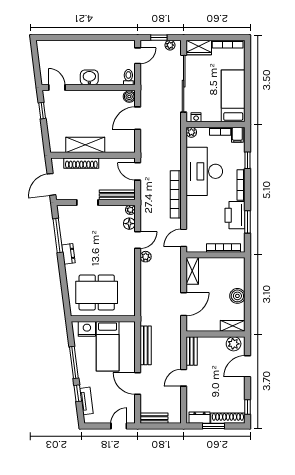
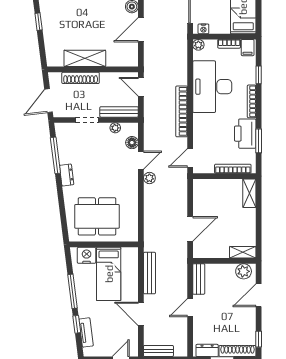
plant: (130, 210) -> (115, 128), moved
shelving: (192, 271) -> (249, 193), moved
boiler: (237, 296) -> (248, 220), removed

